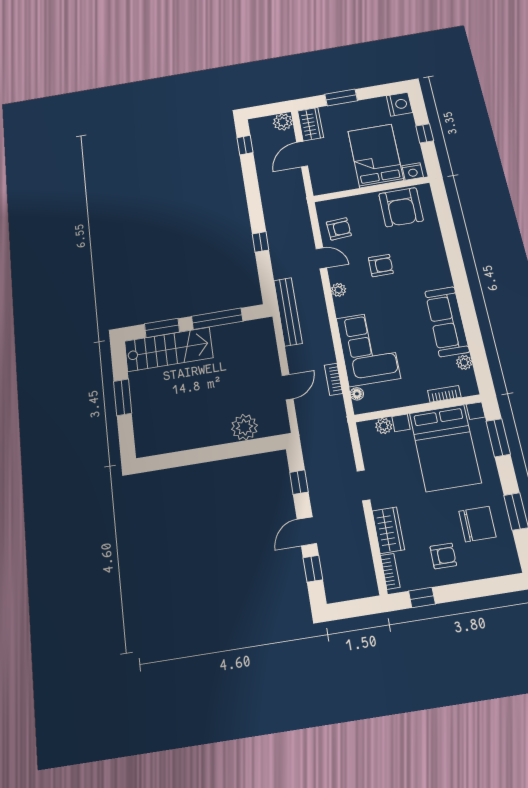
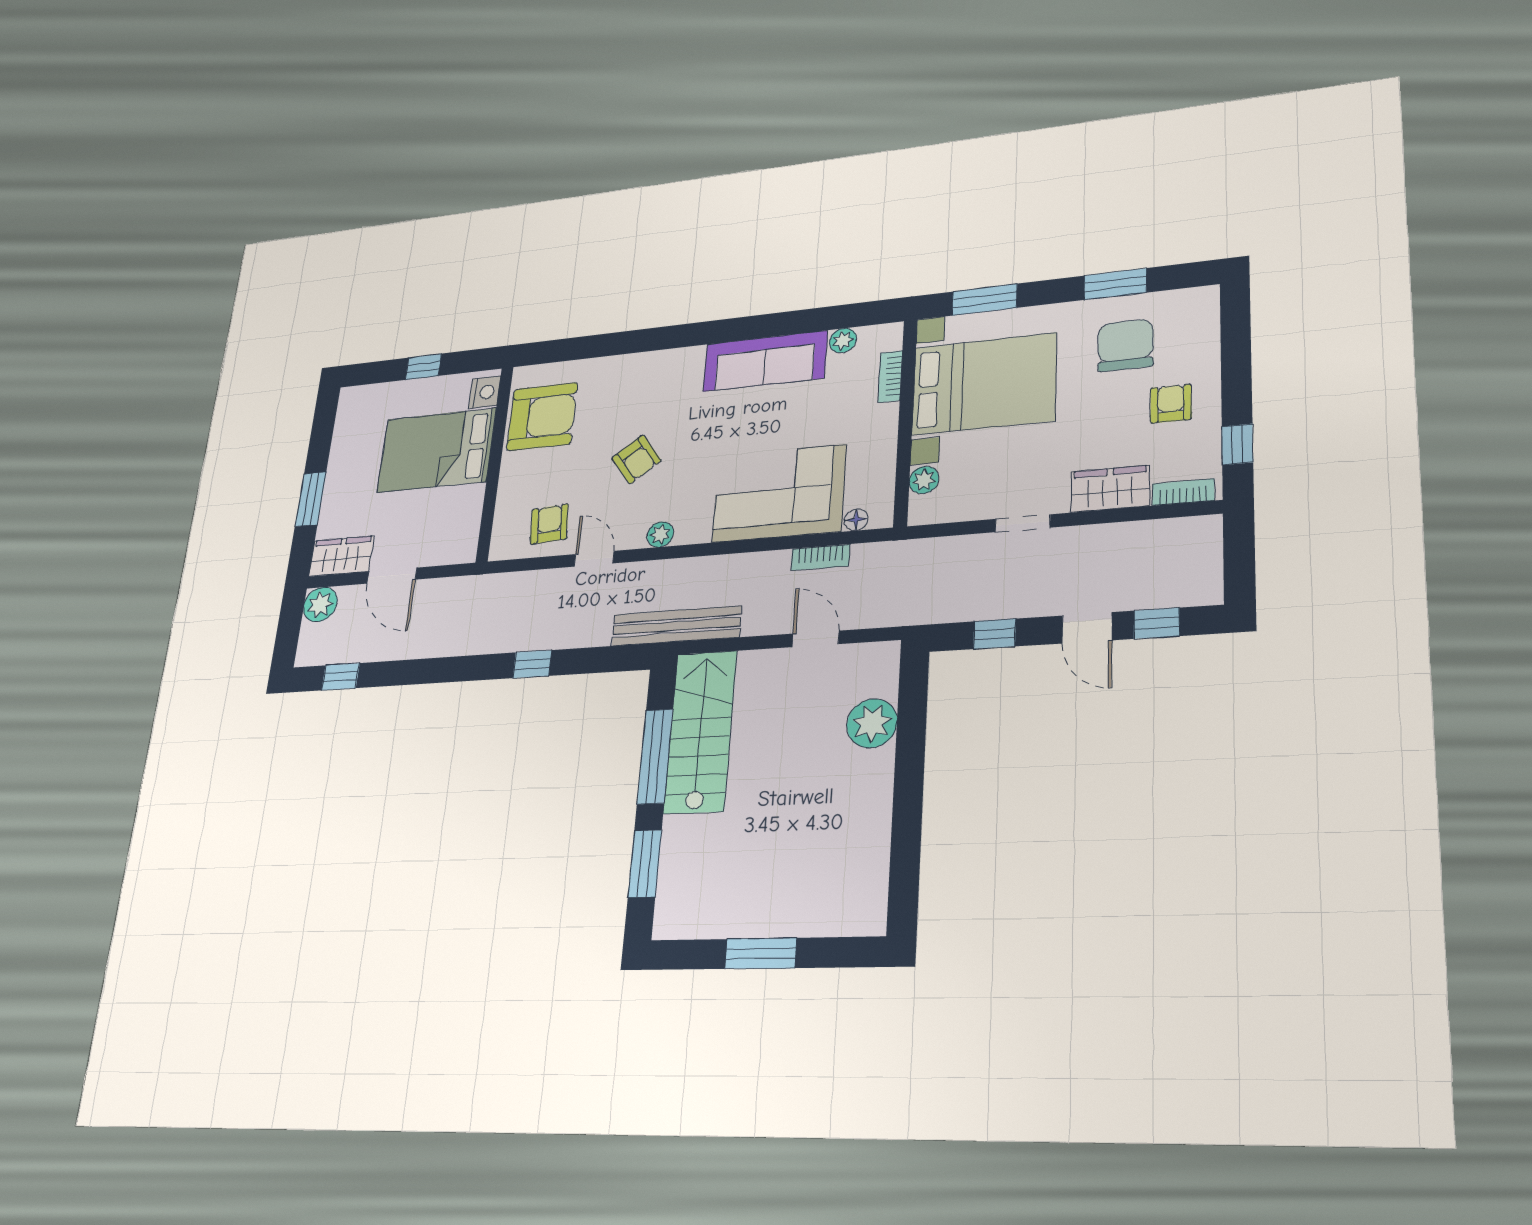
nightstand: (399, 104) -> (357, 403), removed
door: (321, 258) -> (594, 559), hinge flipped
armchair: (381, 265) -> (636, 459), turned 144
stairs: (169, 349) -> (700, 732), moved

